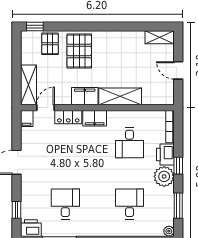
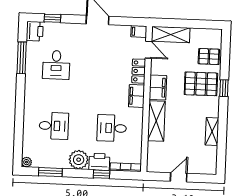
window: (35, 27) -> (224, 88), moved
shelving: (160, 37) -> (212, 132), moved
window: (178, 166) -> (102, 174), moved
desk: (65, 204) -> (56, 65), turned 90

